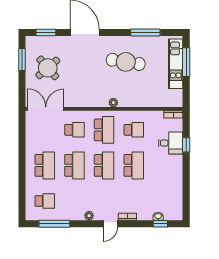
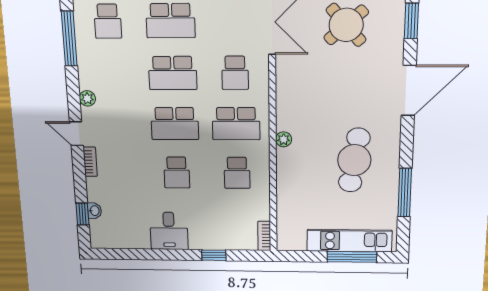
desk: (171, 143) -> (169, 231), moved
school desk: (134, 165) -> (177, 172), width x0.54

